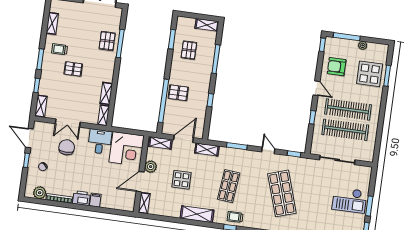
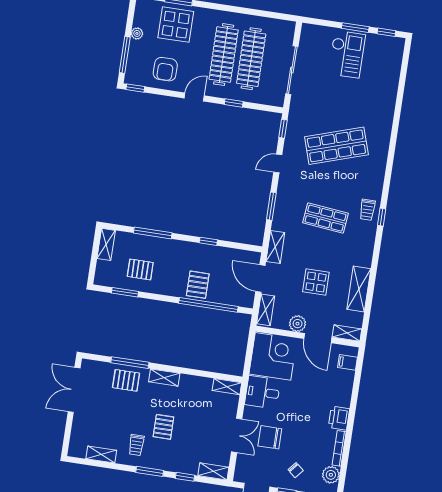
shelving: (106, 93) -> (164, 378), moved
filing cabinet: (95, 200) -> (348, 362), moved
shelving: (197, 214) -> (359, 289), moved

